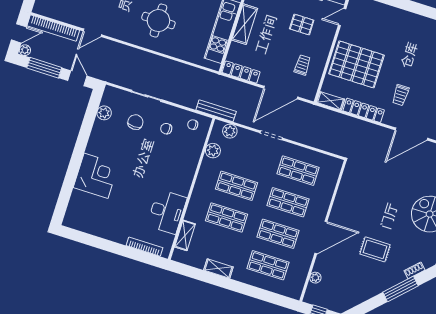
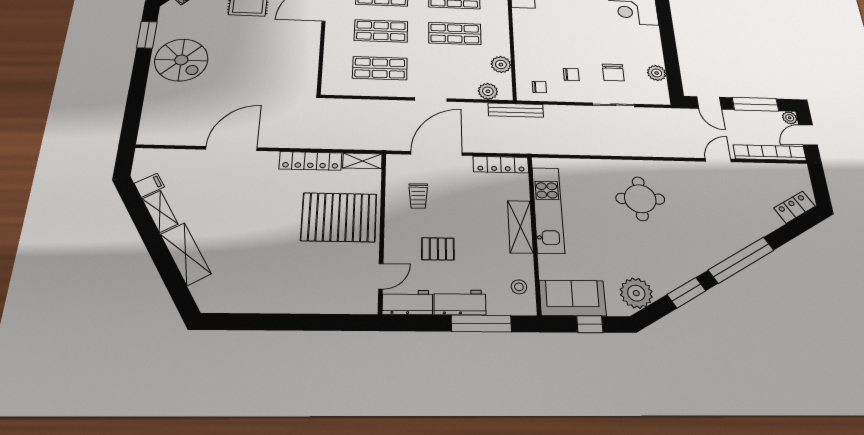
trolley: (400, 95) -> (261, 194), removed

